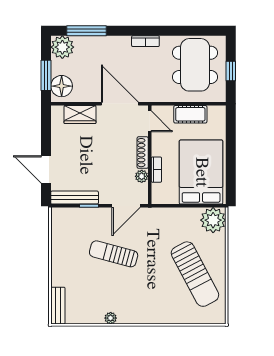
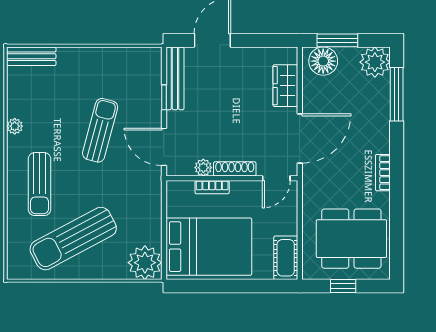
cot: (190, 114) -> (286, 258), moved
sun lounger: (154, 299) -> (40, 184), added

